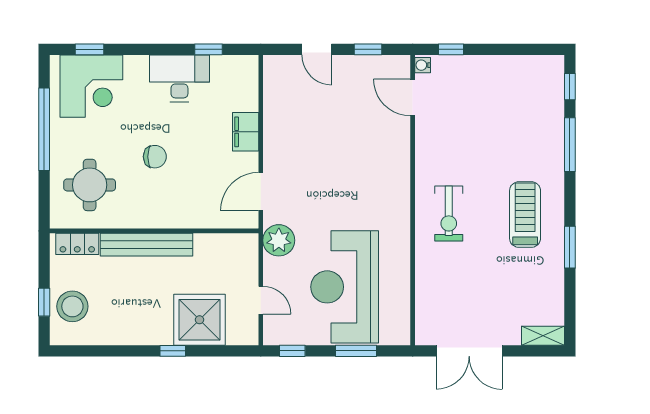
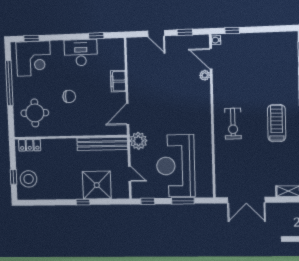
plant: (401, 126) -> (205, 75), added
bench: (147, 245) -> (102, 144), moved

